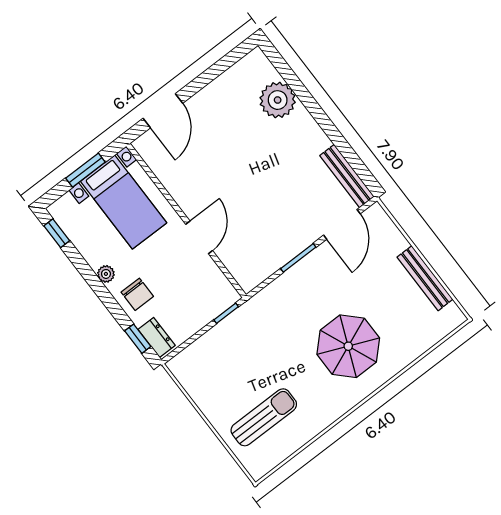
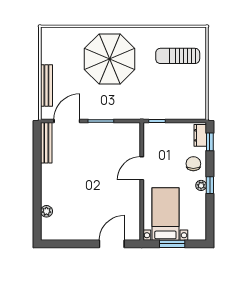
plant: (278, 100) -> (46, 211), width x0.53, depth x0.53
window: (57, 233) -> (210, 185), moved
bench: (425, 278) -> (46, 85), moved
parasol: (348, 346) -> (110, 59), width x1.36, depth x1.36

